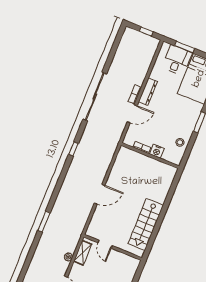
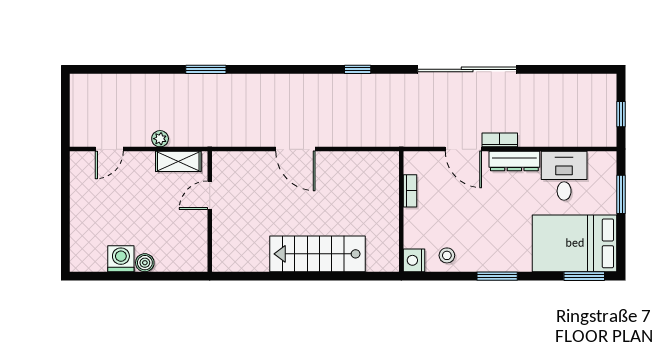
desk: (177, 60) -> (564, 176), moved, turned -90
nightstand: (157, 151) -> (414, 260), moved
stairs: (146, 224) -> (318, 254), moved

